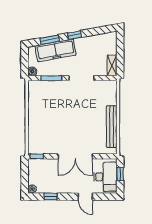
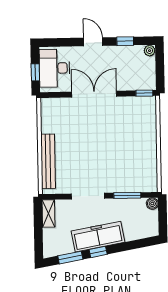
window: (50, 40) -> (70, 258), moved
freezer: (56, 50) -> (98, 237), moved
bench: (112, 127) -> (48, 161), moved
door: (85, 197) -> (93, 42), moved

